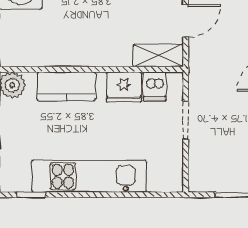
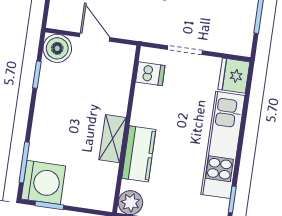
shelving: (158, 56) -> (112, 139), moved
fridge: (124, 87) -> (234, 76), moved, turned 180

